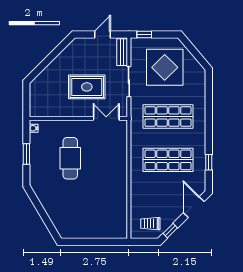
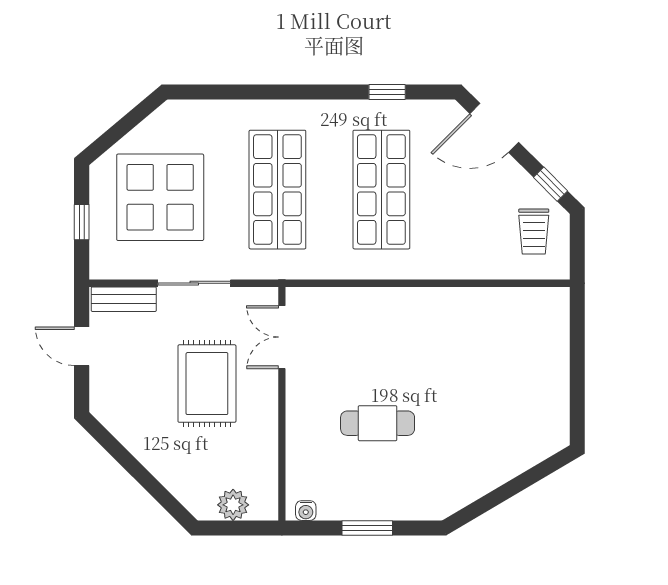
window: (144, 35) -> (82, 222), moved
plant: (36, 98) -> (233, 505), added
cafe table: (70, 158) -> (378, 423), width x0.73, depth x0.74

